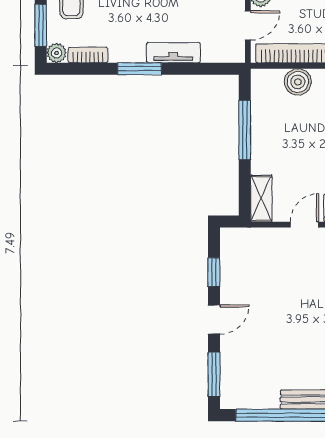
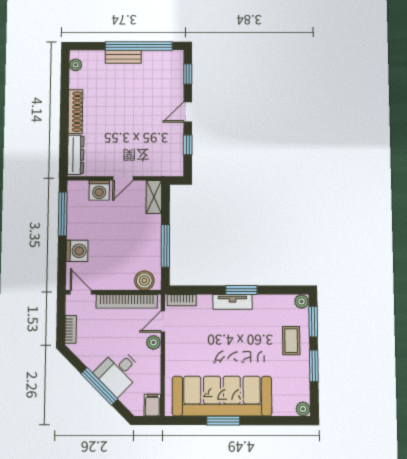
tv unit: (173, 53) -> (232, 302), moved
bookcase: (88, 55) -> (182, 300), moved
boiler: (298, 82) -> (144, 281), moved
window: (214, 374) -> (188, 74), width x0.67

